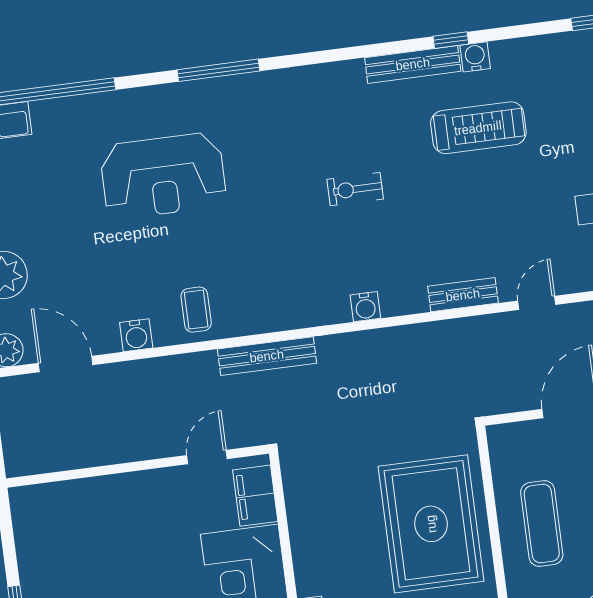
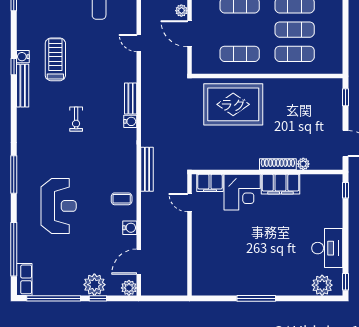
bench: (463, 295) -> (131, 98), moved

